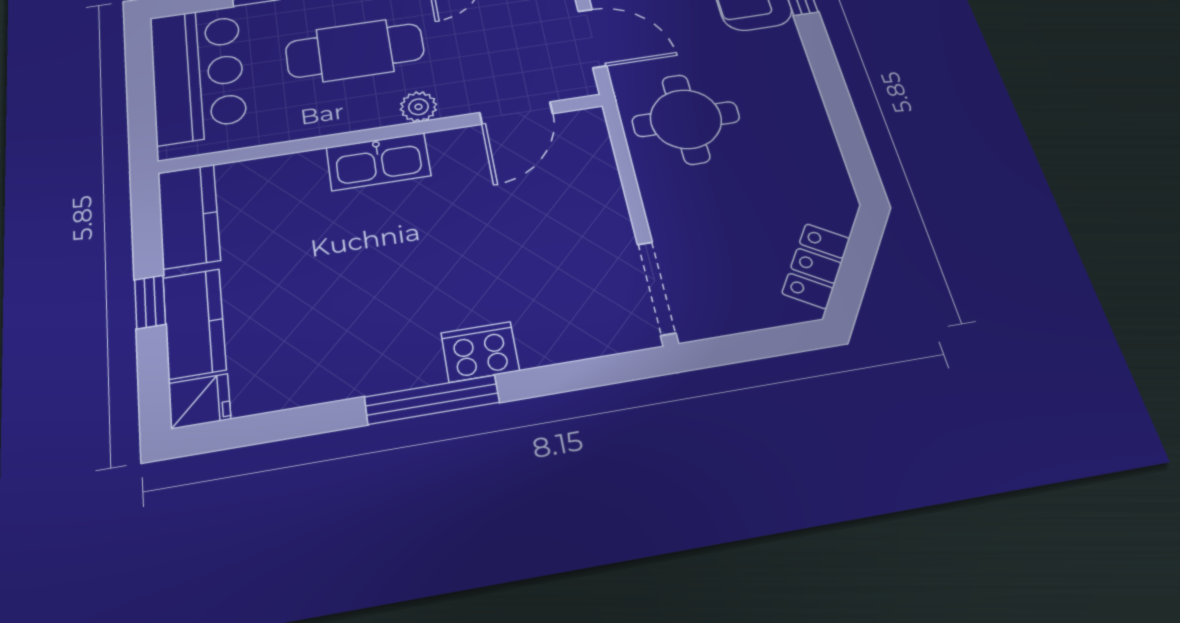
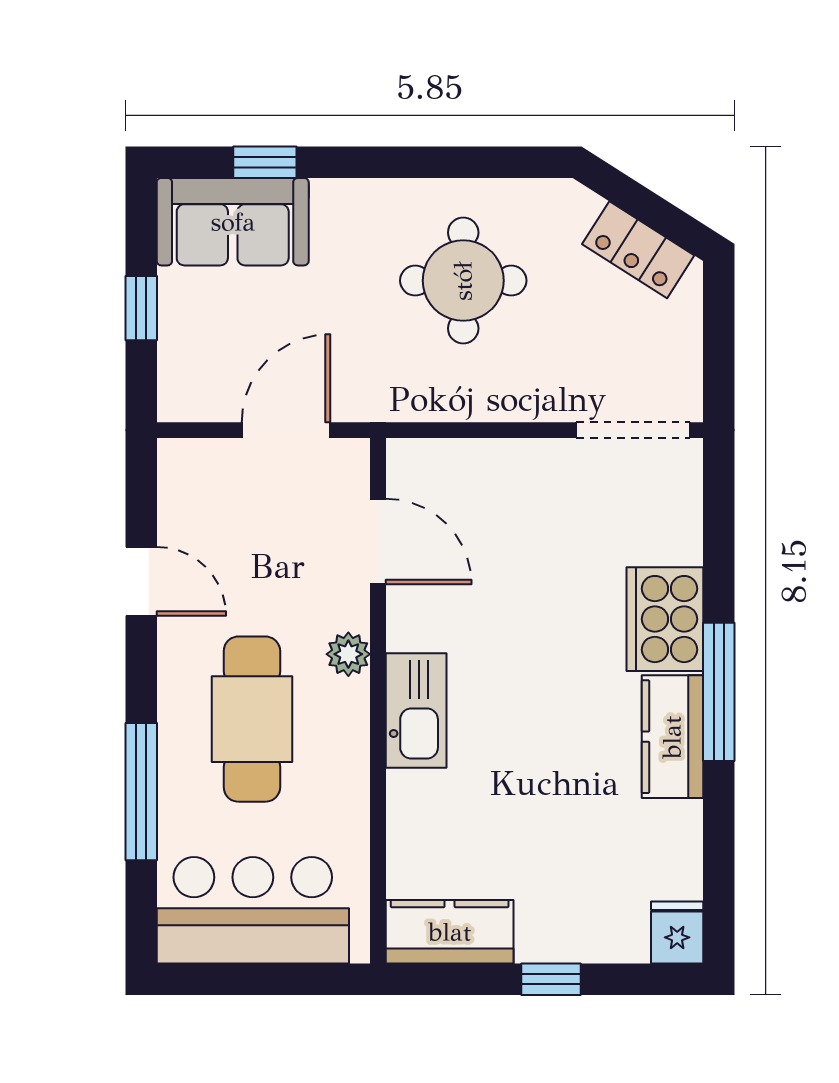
round table: (686, 119) -> (463, 281), moved
kitchen counter: (194, 323) -> (672, 737), moved, turned -90
cooker: (480, 352) -> (665, 619), width x1.37, depth x1.31

